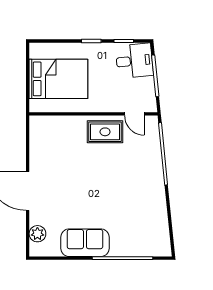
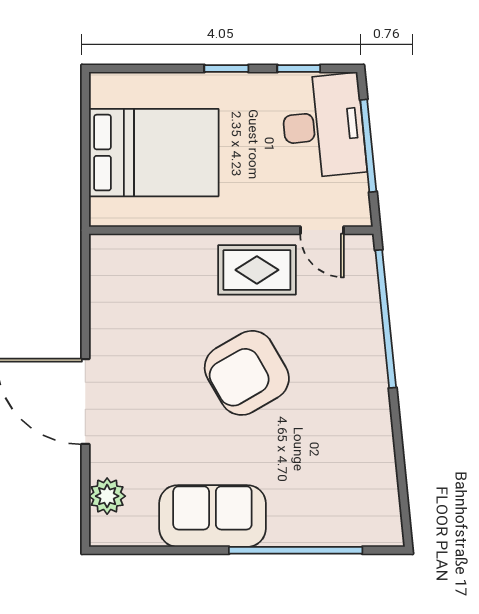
desk: (134, 61) -> (323, 126), width x1.37
armchair: (100, 178) -> (247, 373), added

